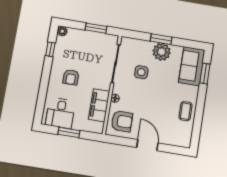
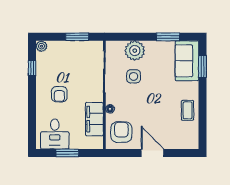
window: (161, 39) -> (168, 37), moved
plant: (162, 52) -> (135, 51), moved
armchair: (122, 121) -> (121, 132), turned -90

